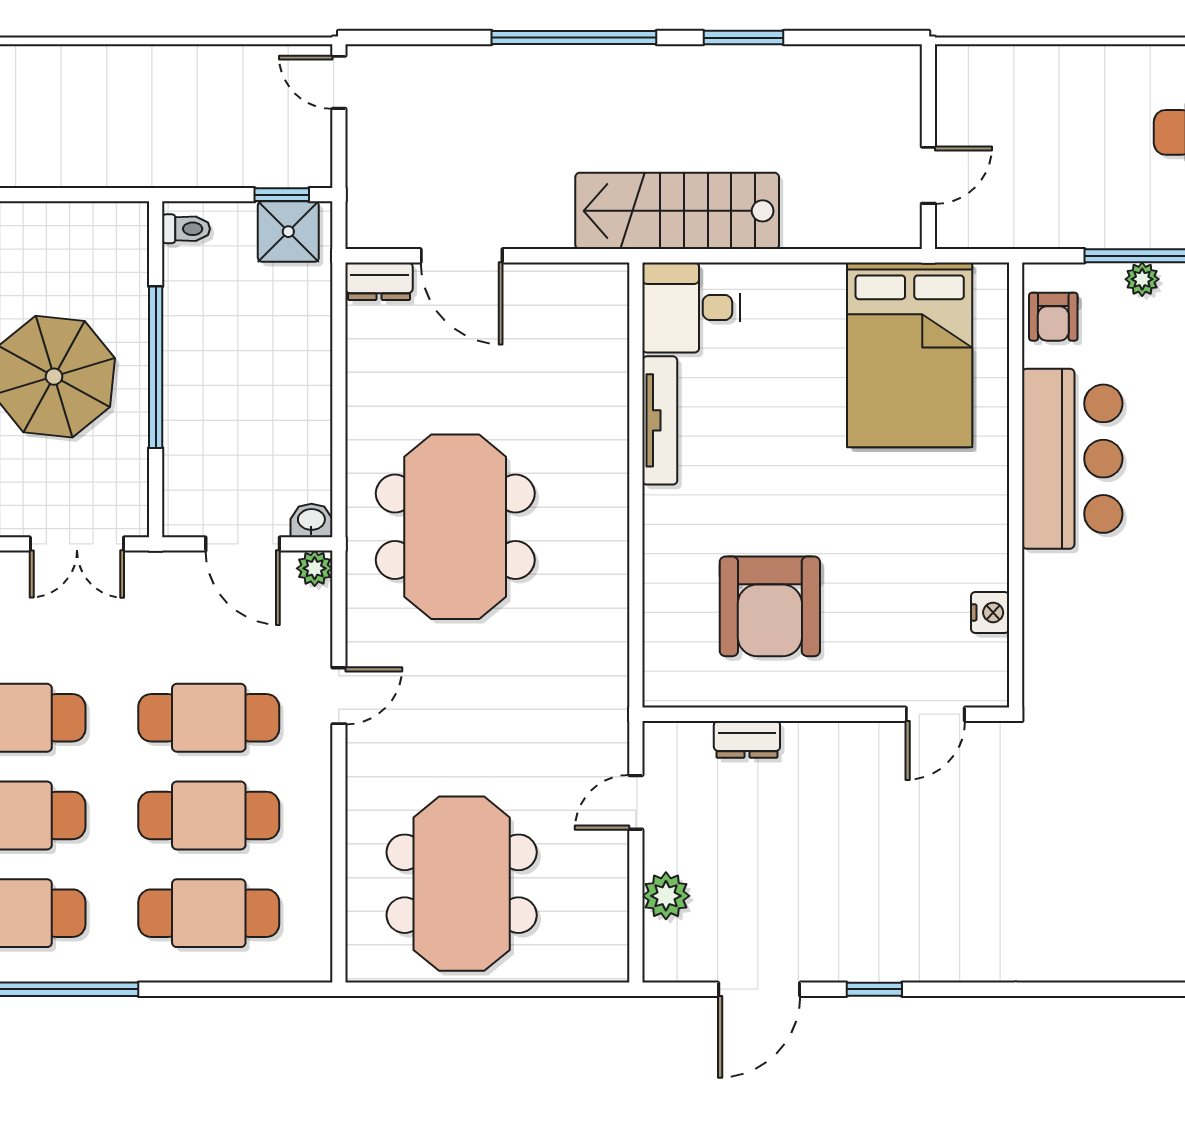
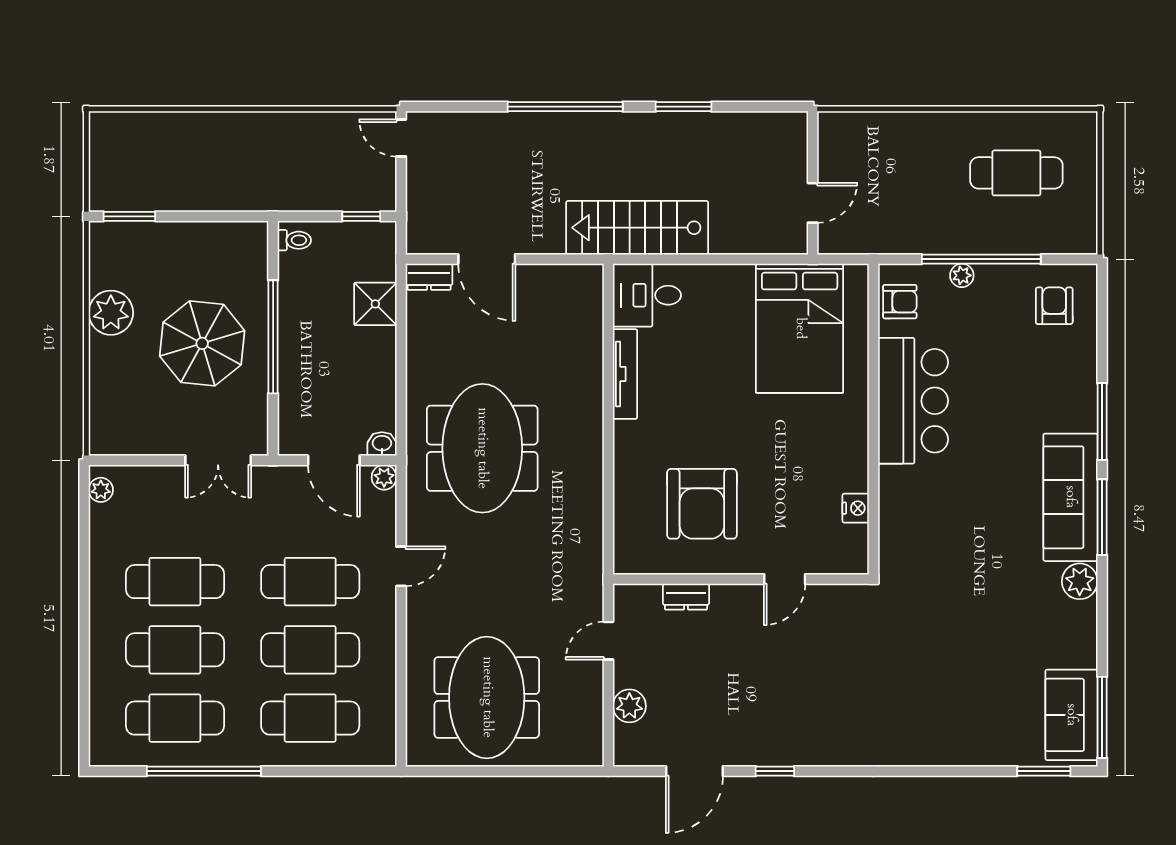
shower: (288, 232) -> (375, 304), moved
armchair: (1053, 317) -> (900, 302), turned -90
door: (935, 714) -> (785, 579), moved

